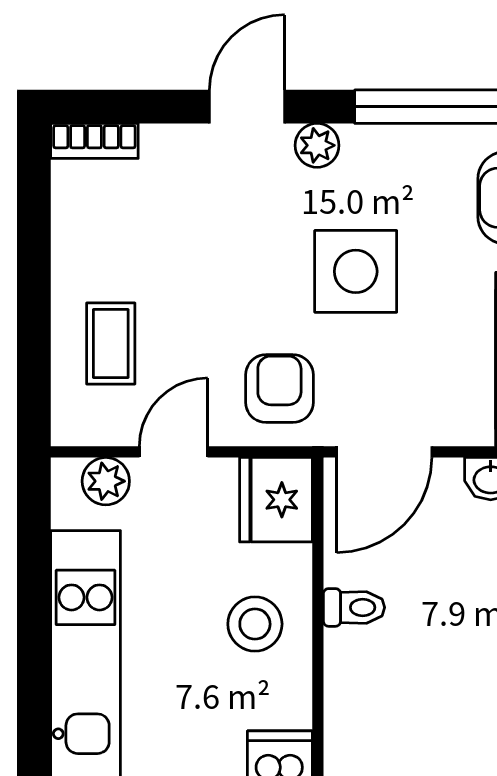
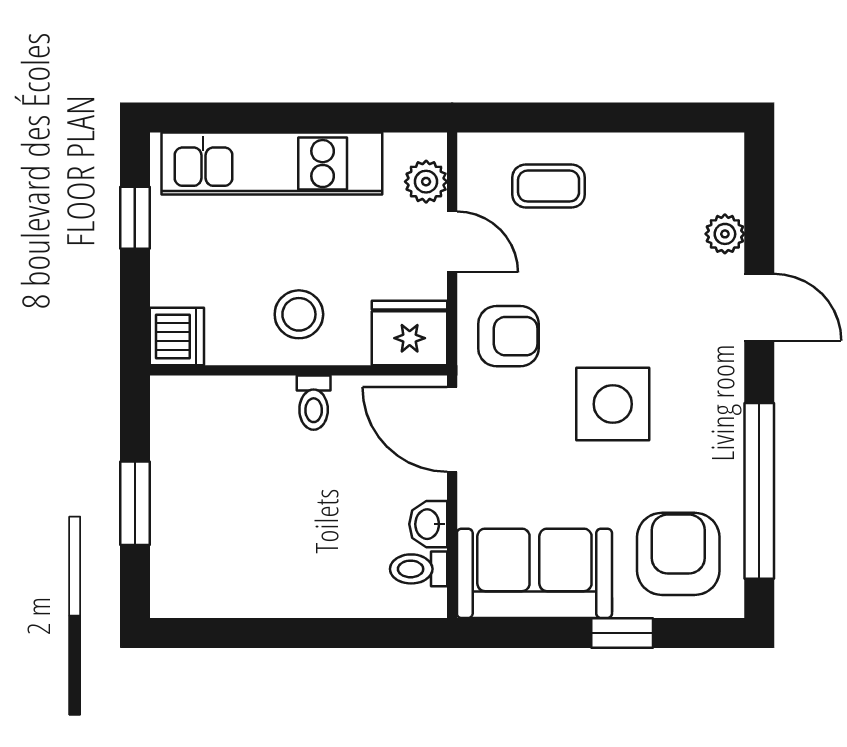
bookcase: (94, 141) -> (729, 171), removed
plant: (317, 145) -> (725, 234), moved

